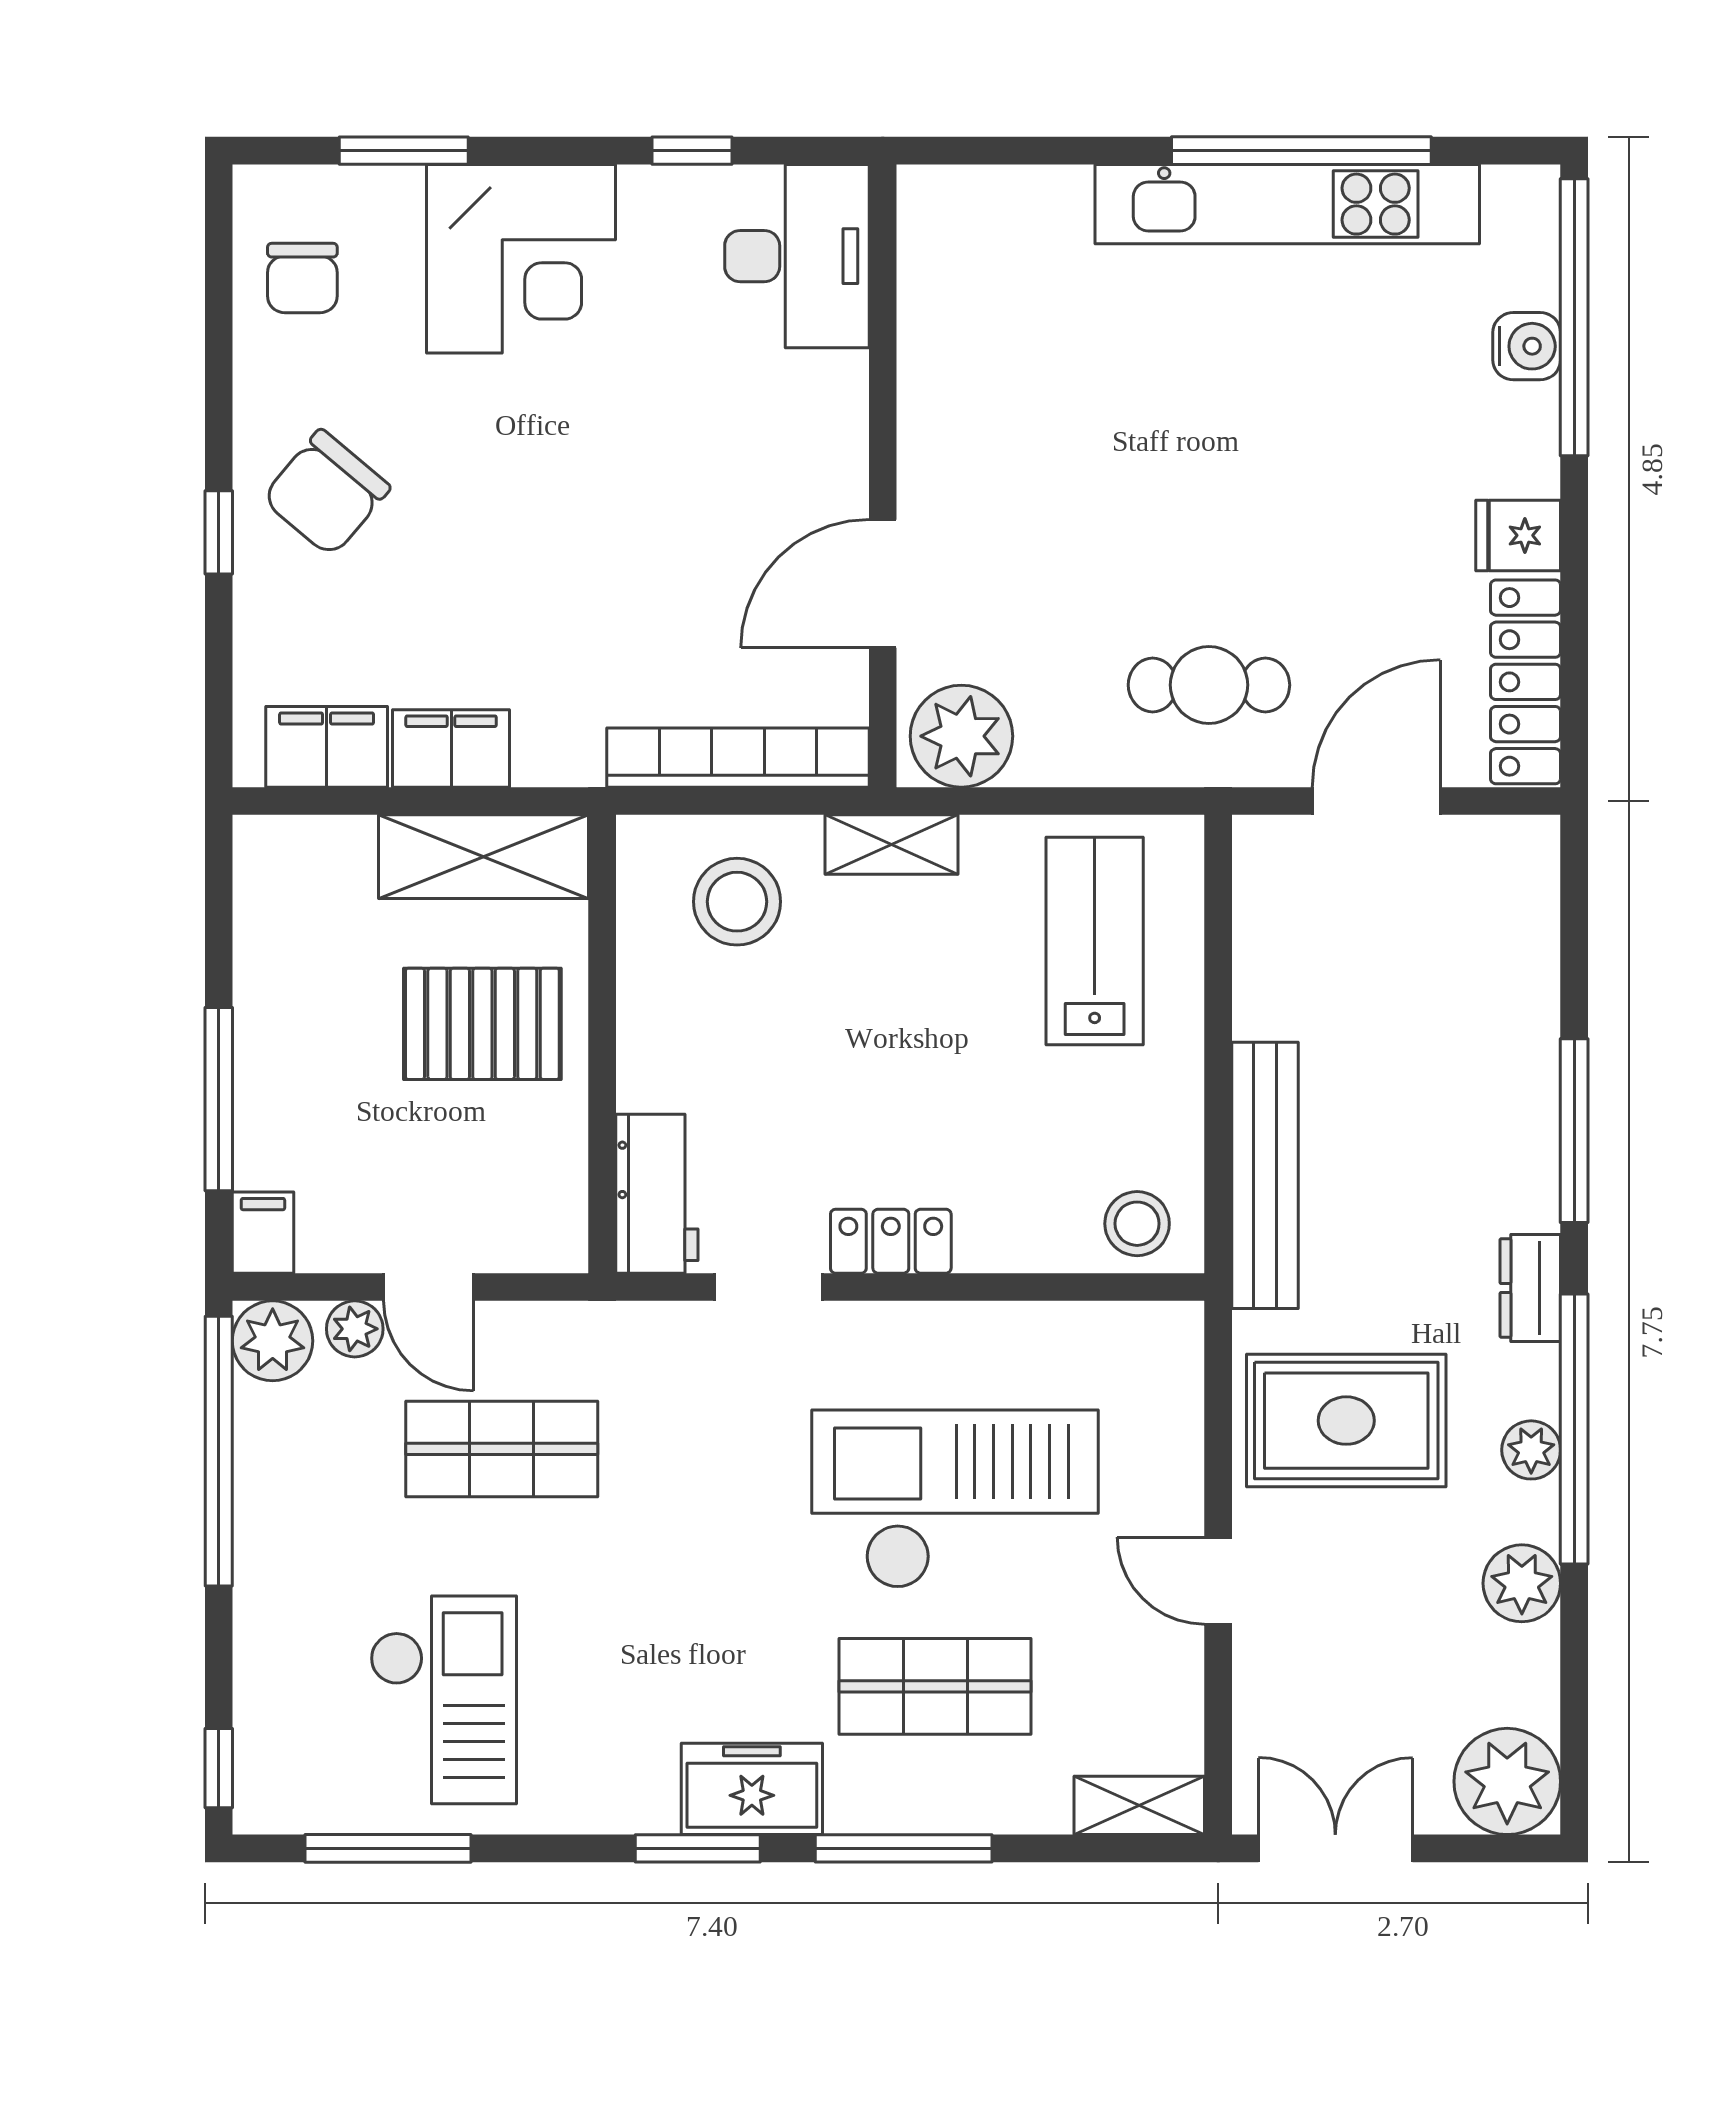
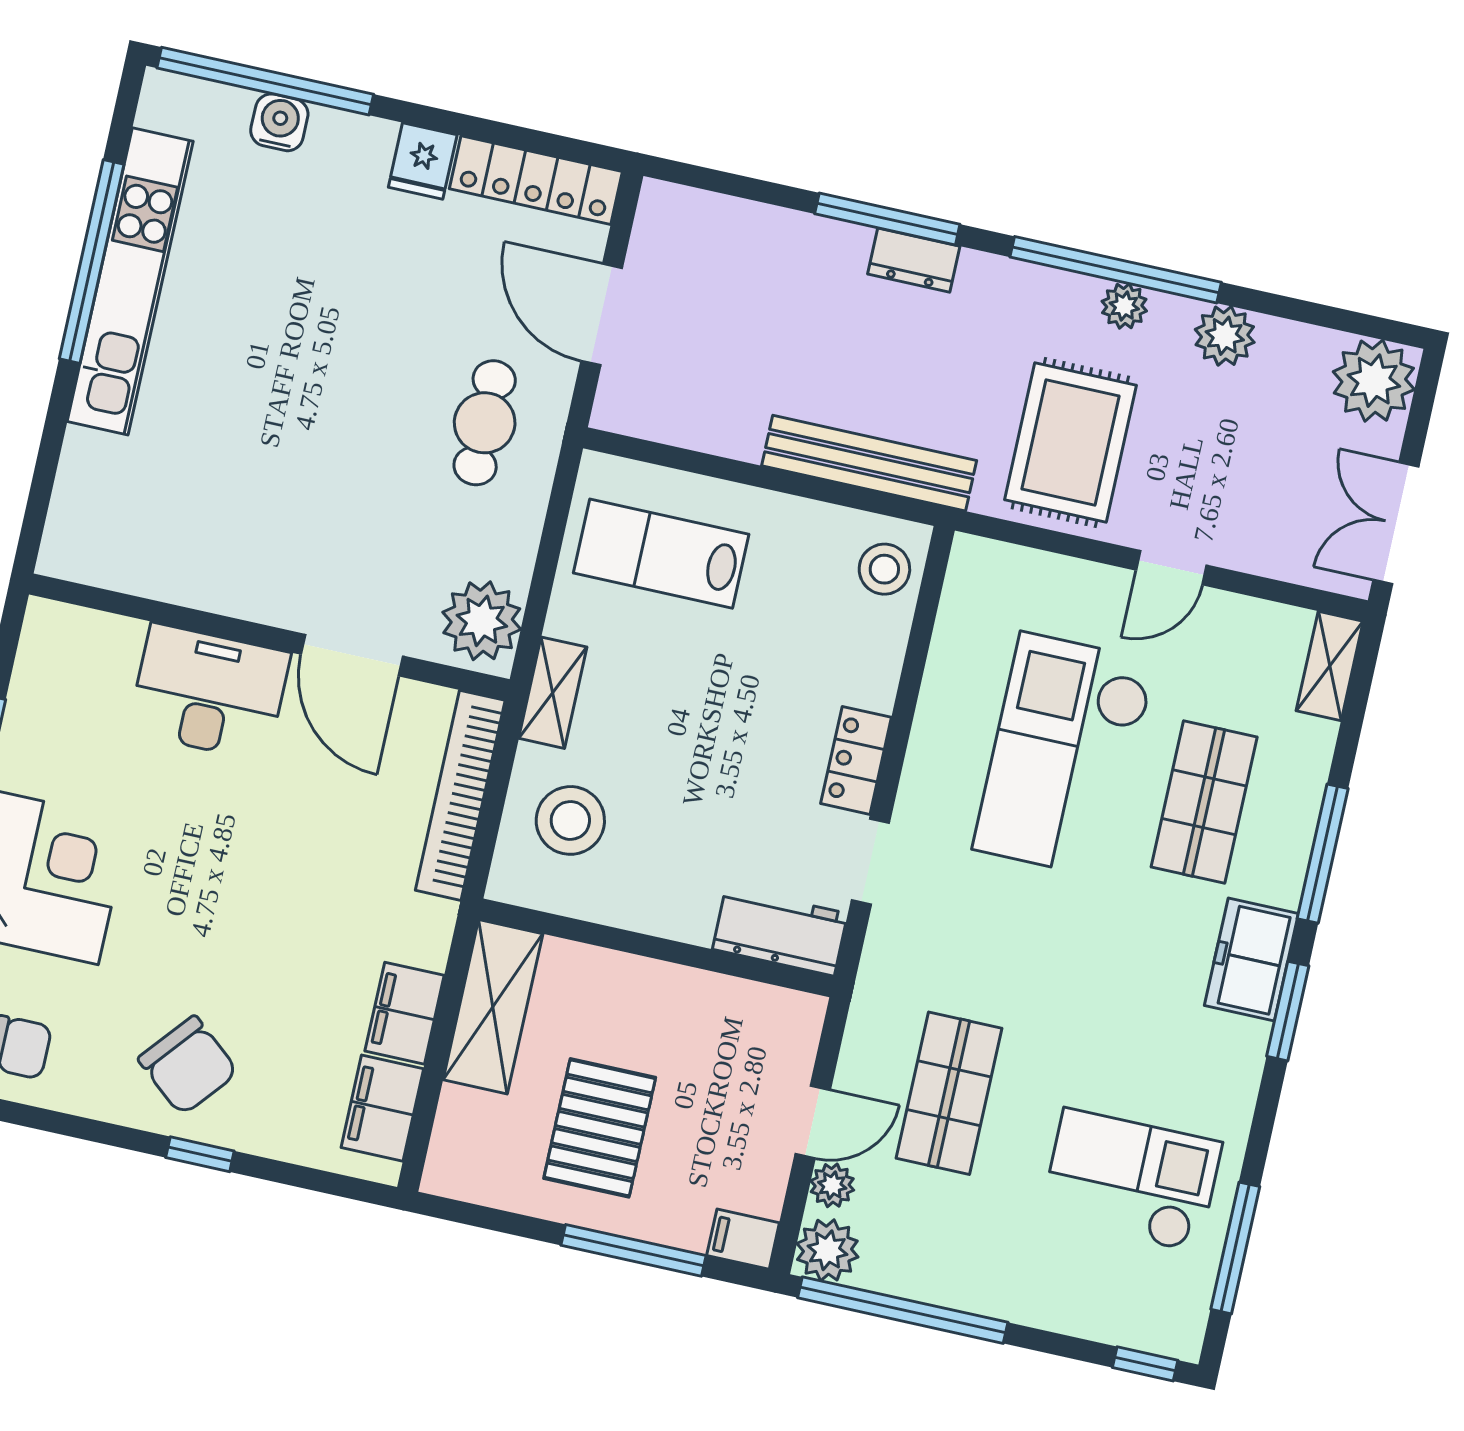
desk: (797, 256) -> (209, 692), moved
pallet: (482, 1024) -> (600, 1128), moved
dresser: (1530, 1288) -> (914, 260), moved

